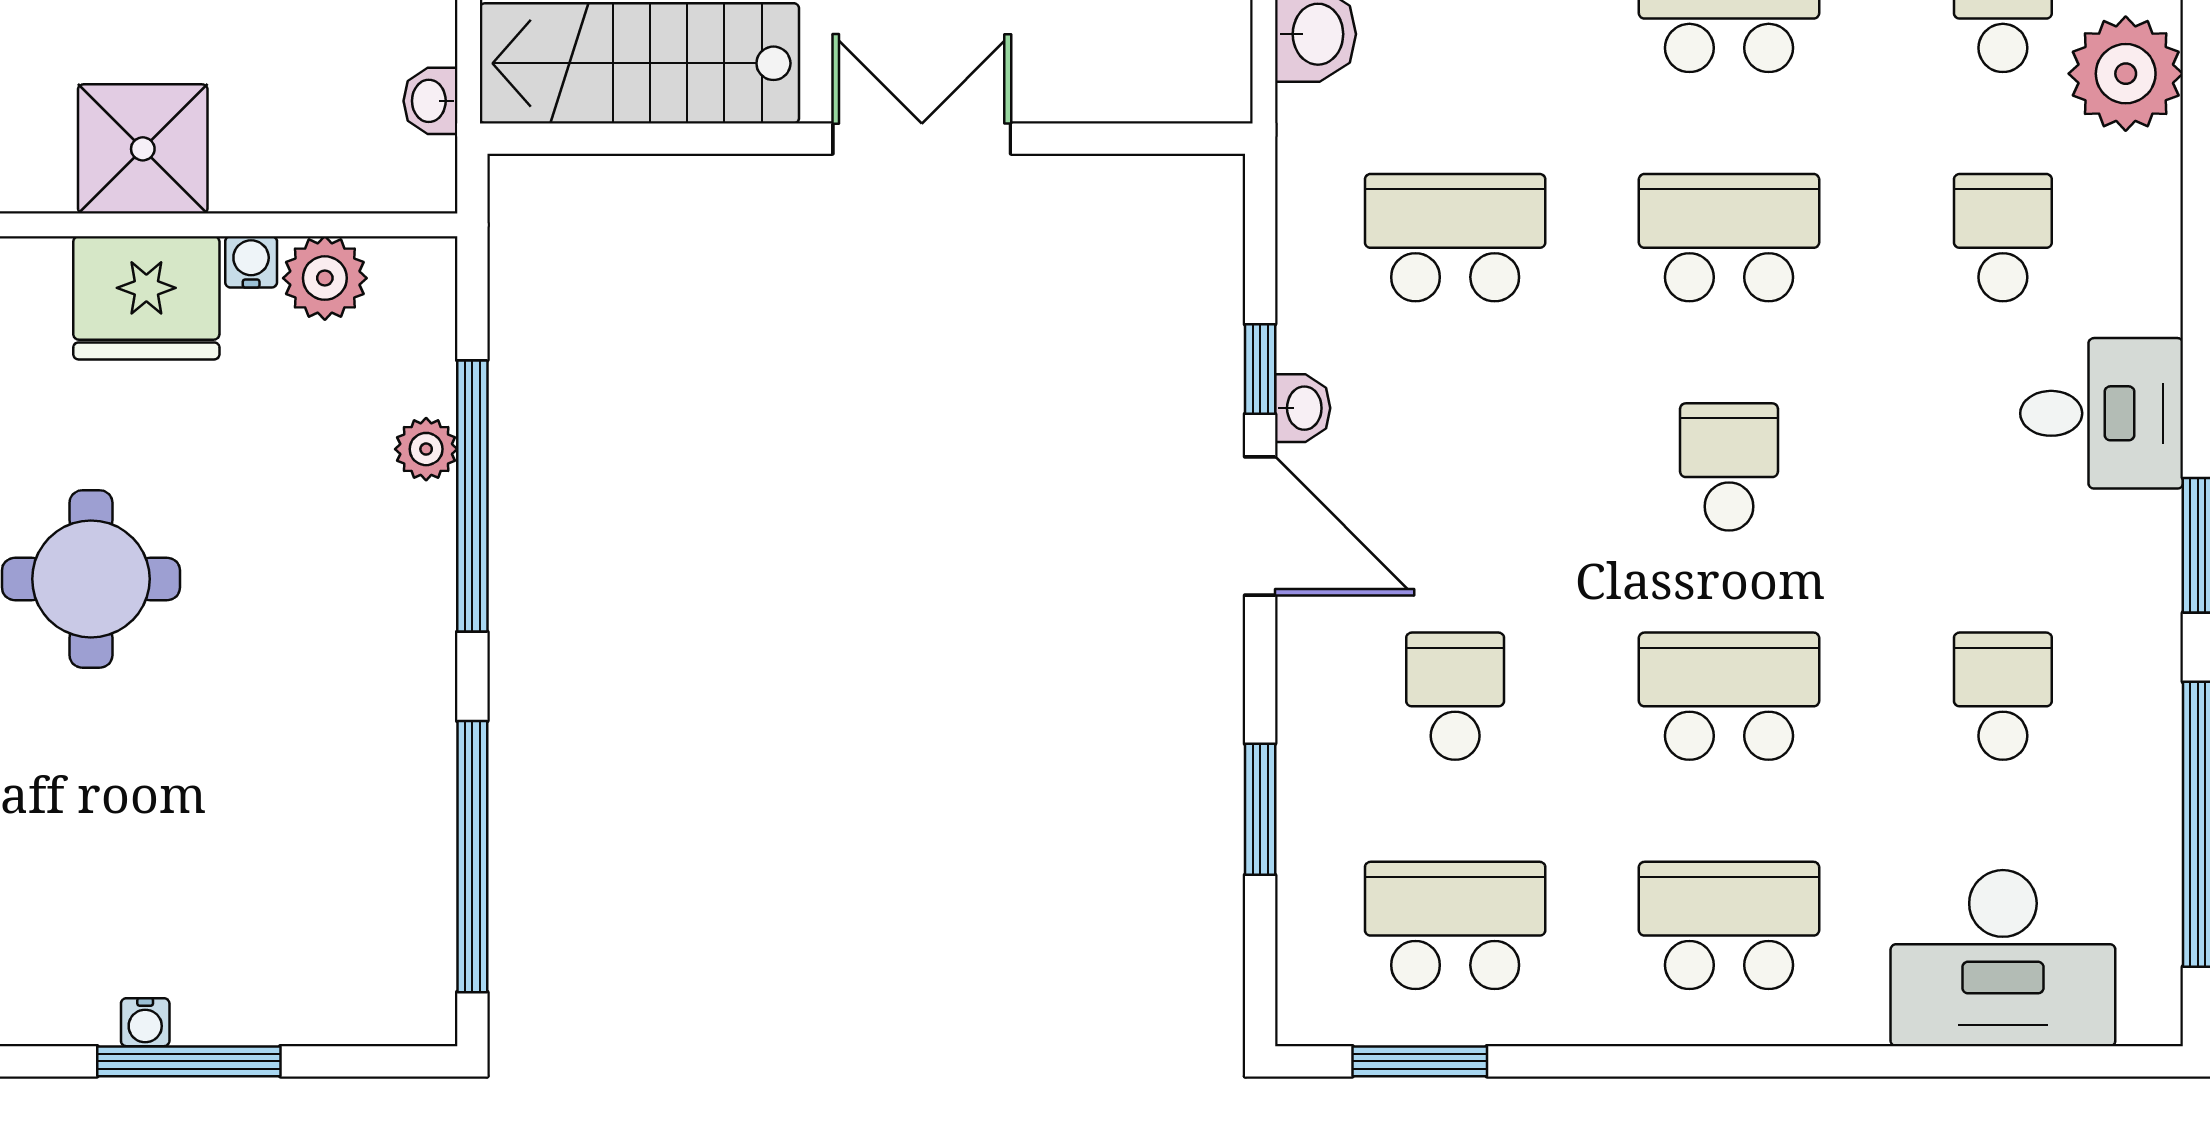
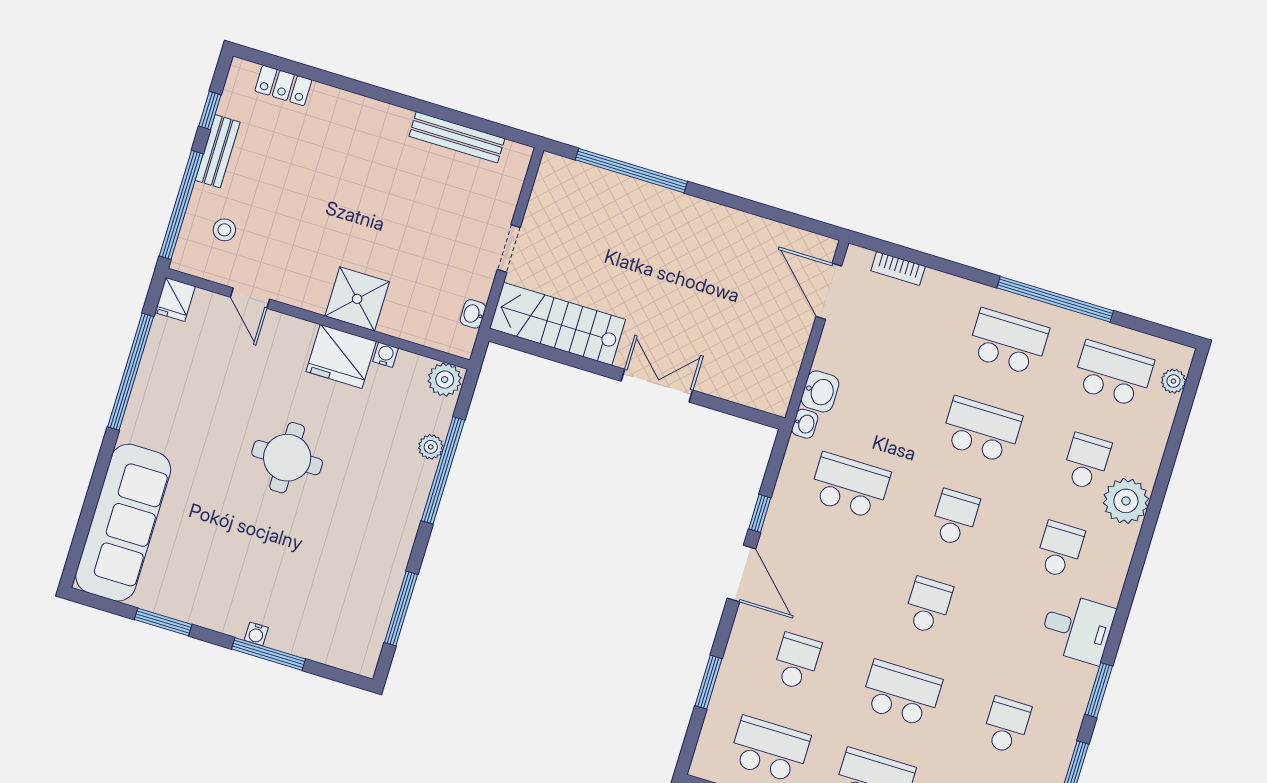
school desk: (1729, 238) -> (955, 518), width x0.54
plant: (325, 278) -> (445, 380), moved
washbasin: (1303, 408) -> (805, 424), moved
window: (472, 857) -> (401, 609), width x0.68

